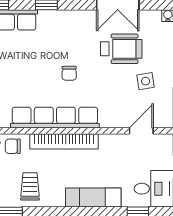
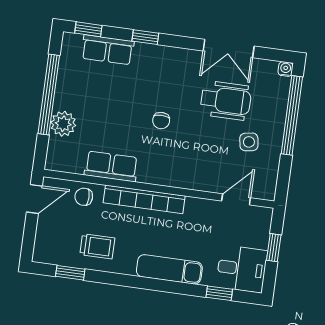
row of seats: (55, 118) -> (111, 166), width x0.50
trolley: (30, 186) -> (97, 246), turned 90

